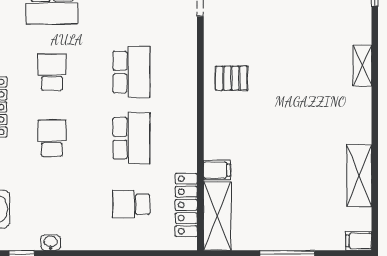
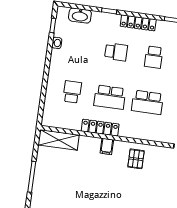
school desk: (52, 72) -> (154, 57), turned 90
filing cabinet: (217, 170) -> (107, 146), moved
locker: (186, 205) -> (100, 128), moved

